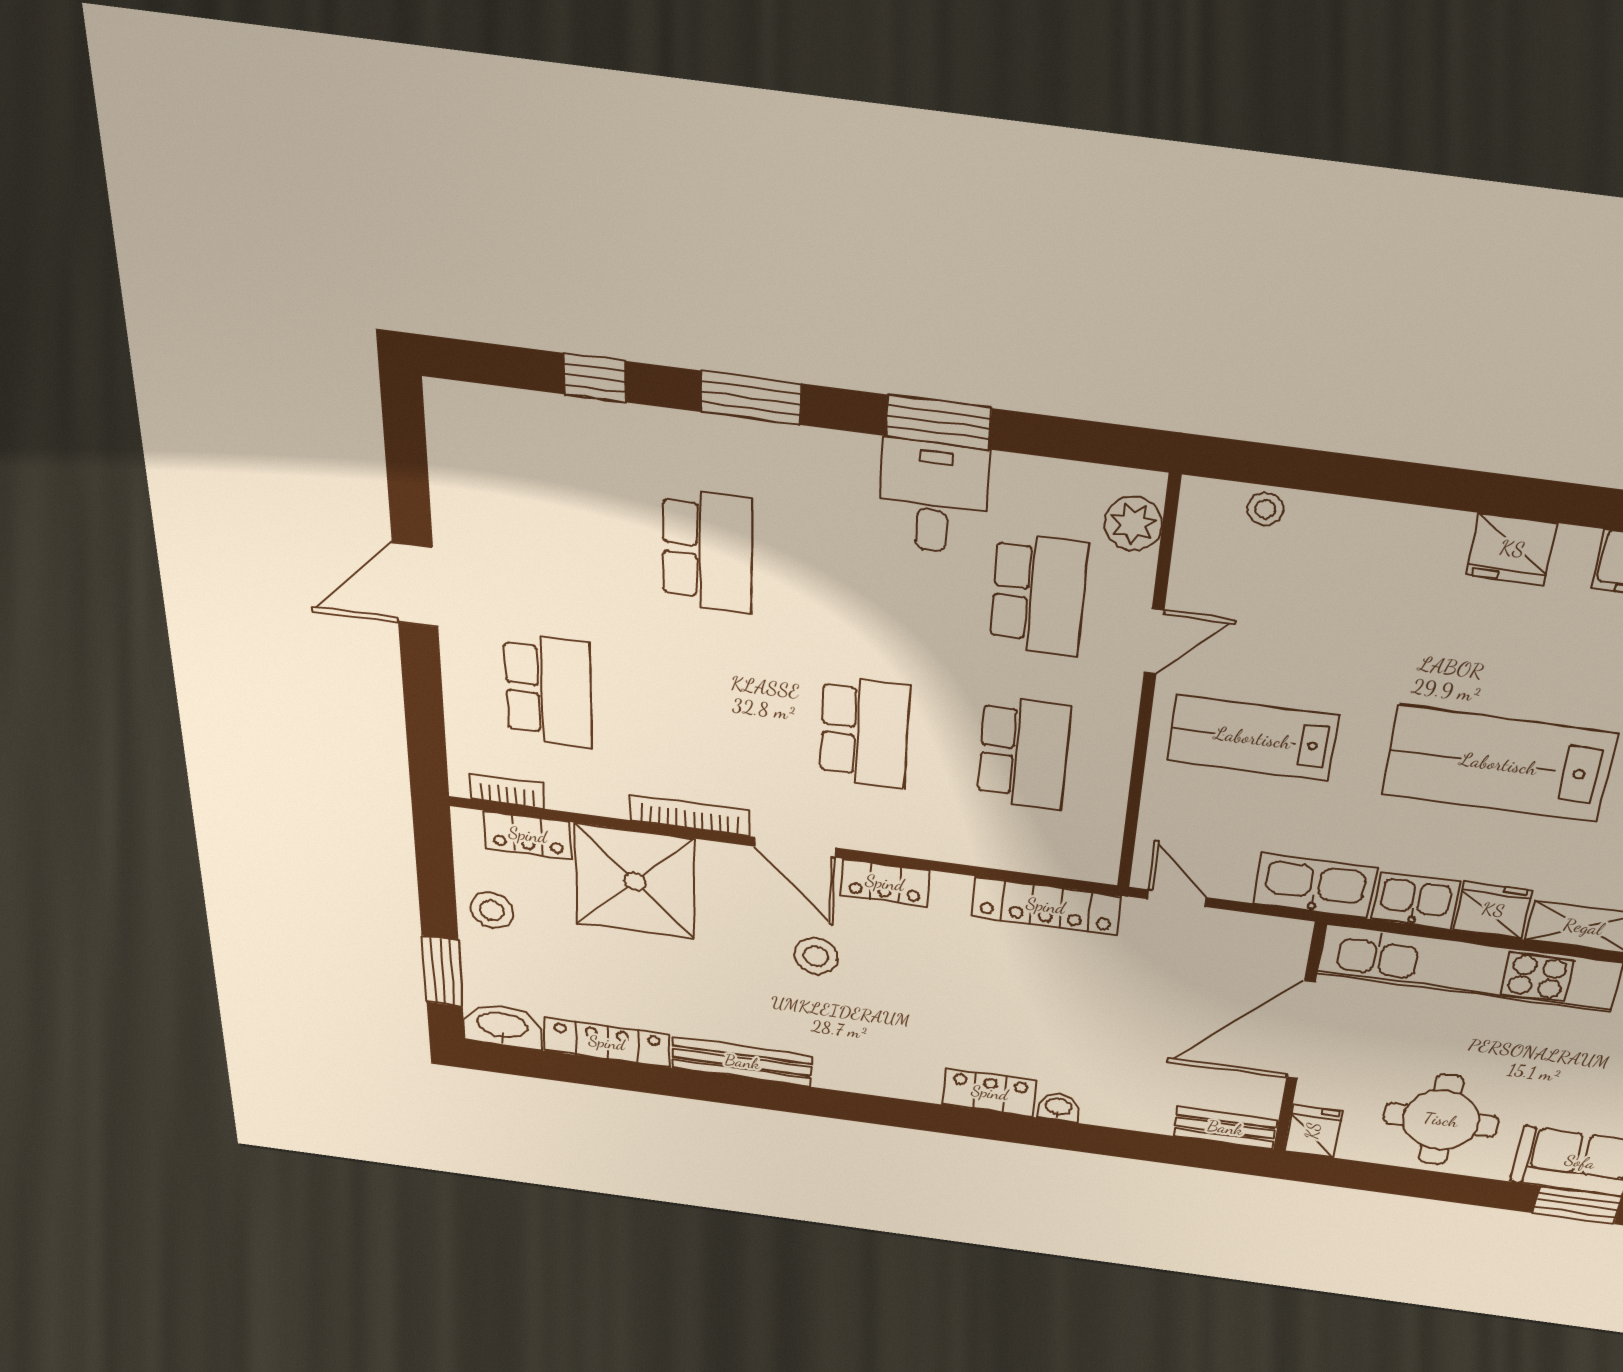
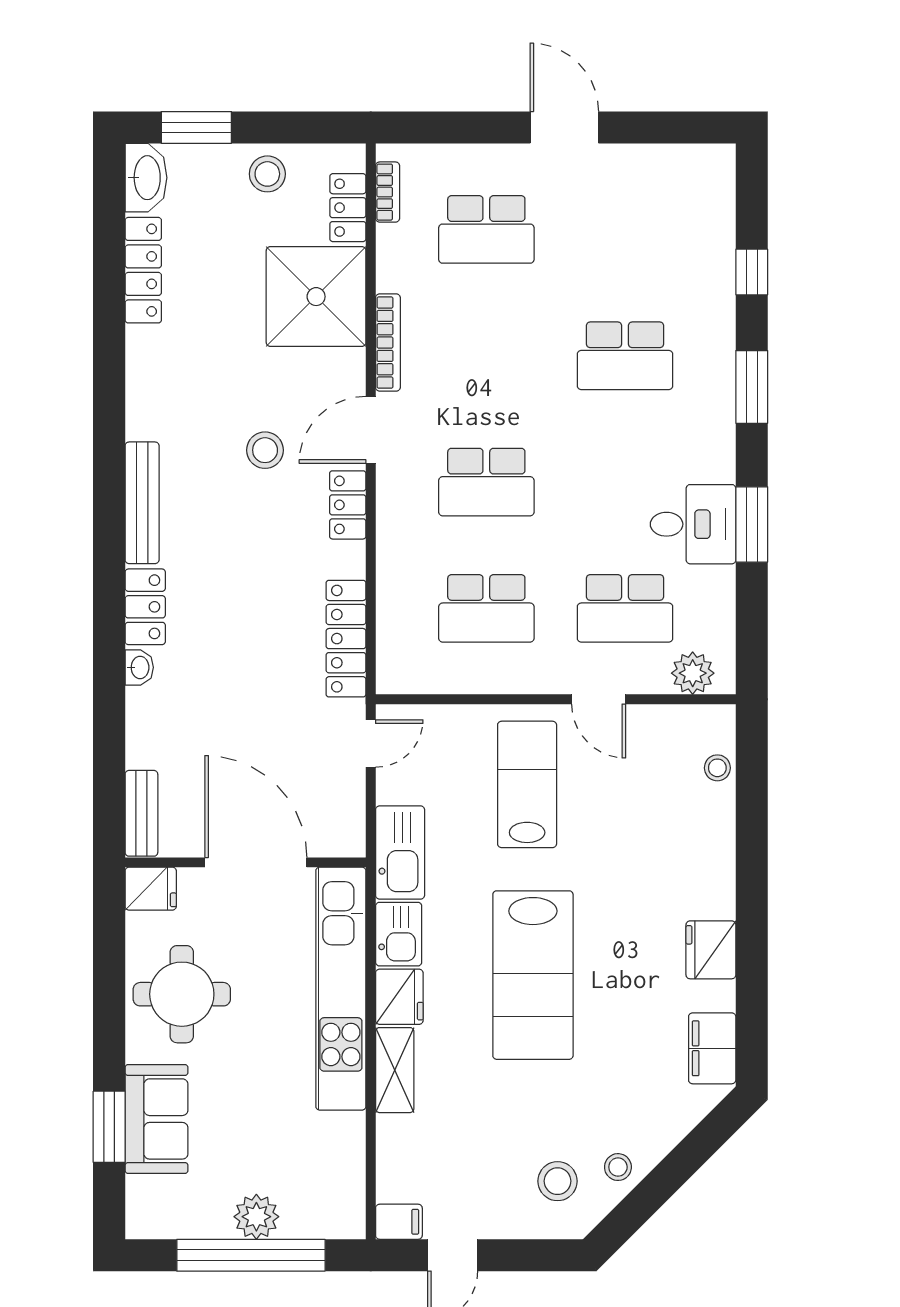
lab bench: (1499, 764) -> (533, 975), turned 180
bench: (742, 1062) -> (142, 503), moved

